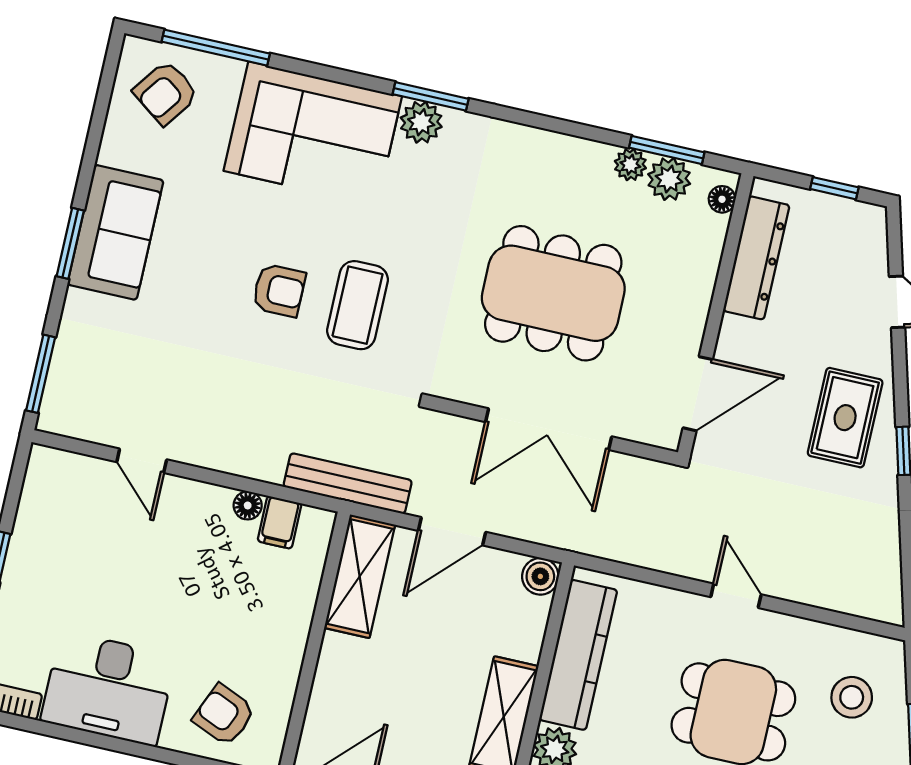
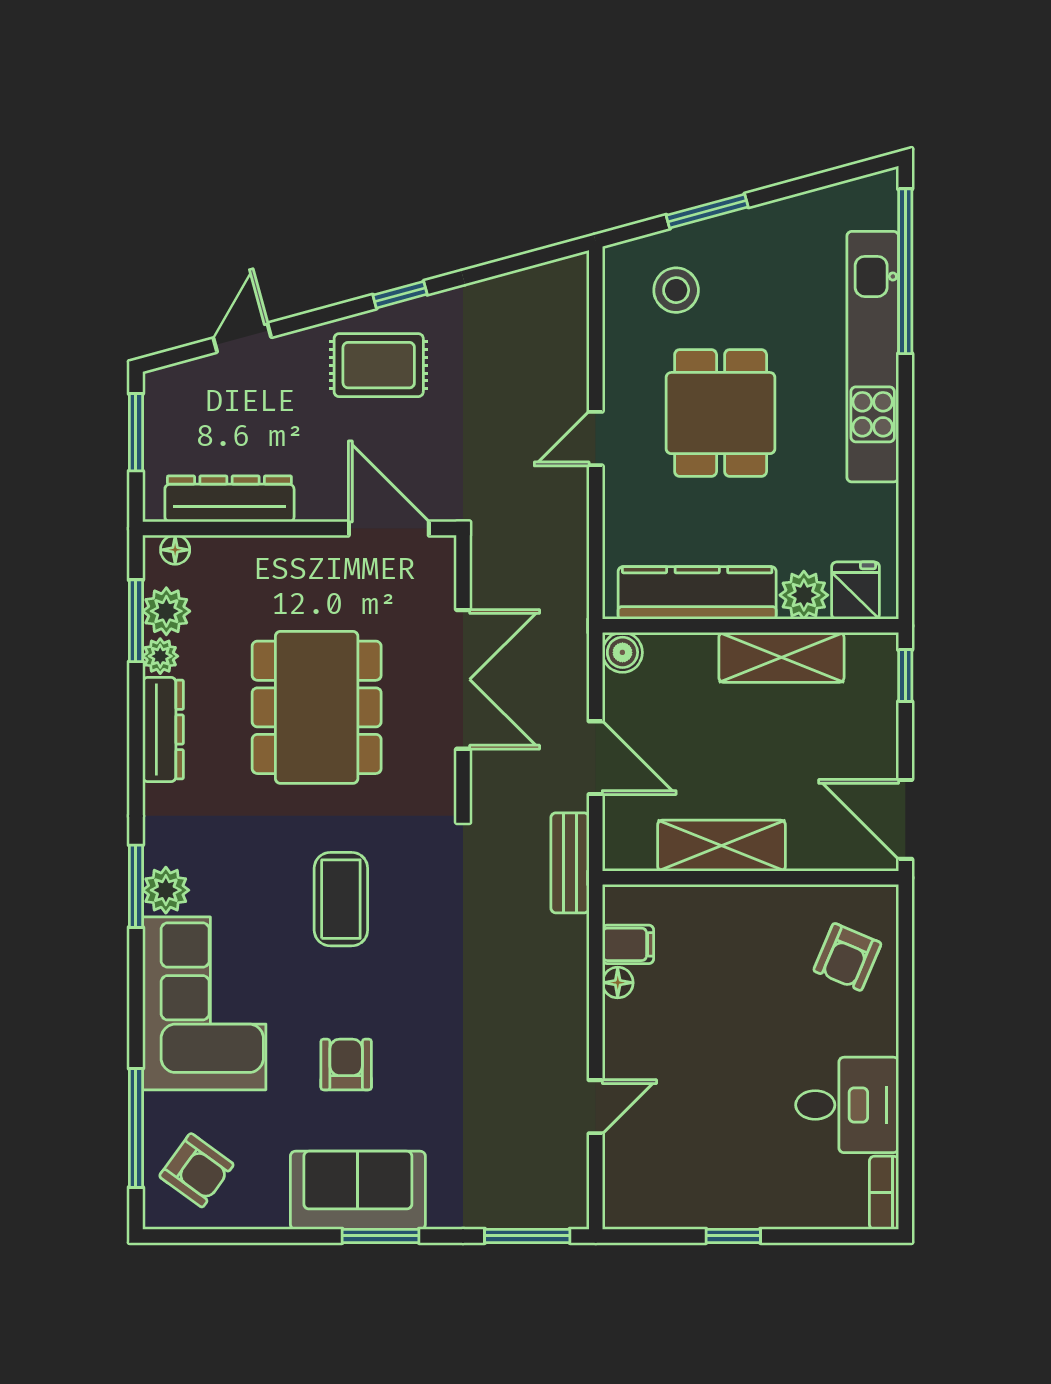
dresser: (565, 152) -> (163, 730), added
window: (834, 188) -> (136, 432), width x1.50
armchair: (279, 290) -> (346, 1064), moved
coffee table: (358, 305) -> (341, 899), moved, turned 90
bench: (348, 484) -> (570, 863), width x0.73
shelving: (360, 576) -> (721, 846), moved
desk: (108, 688) -> (847, 1105), width x0.73

